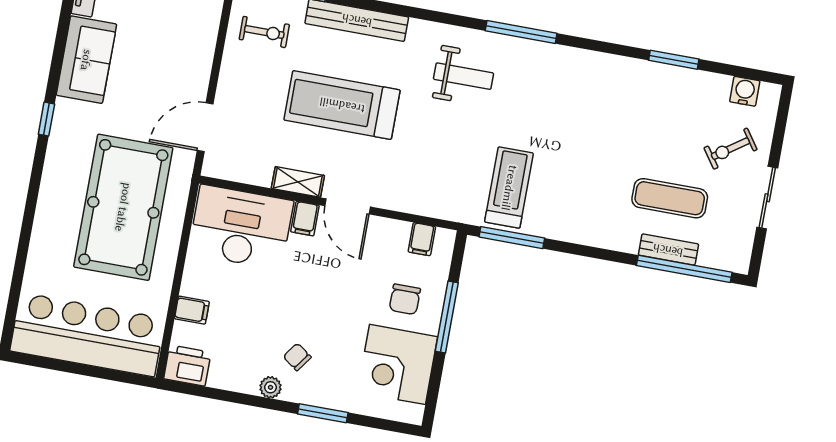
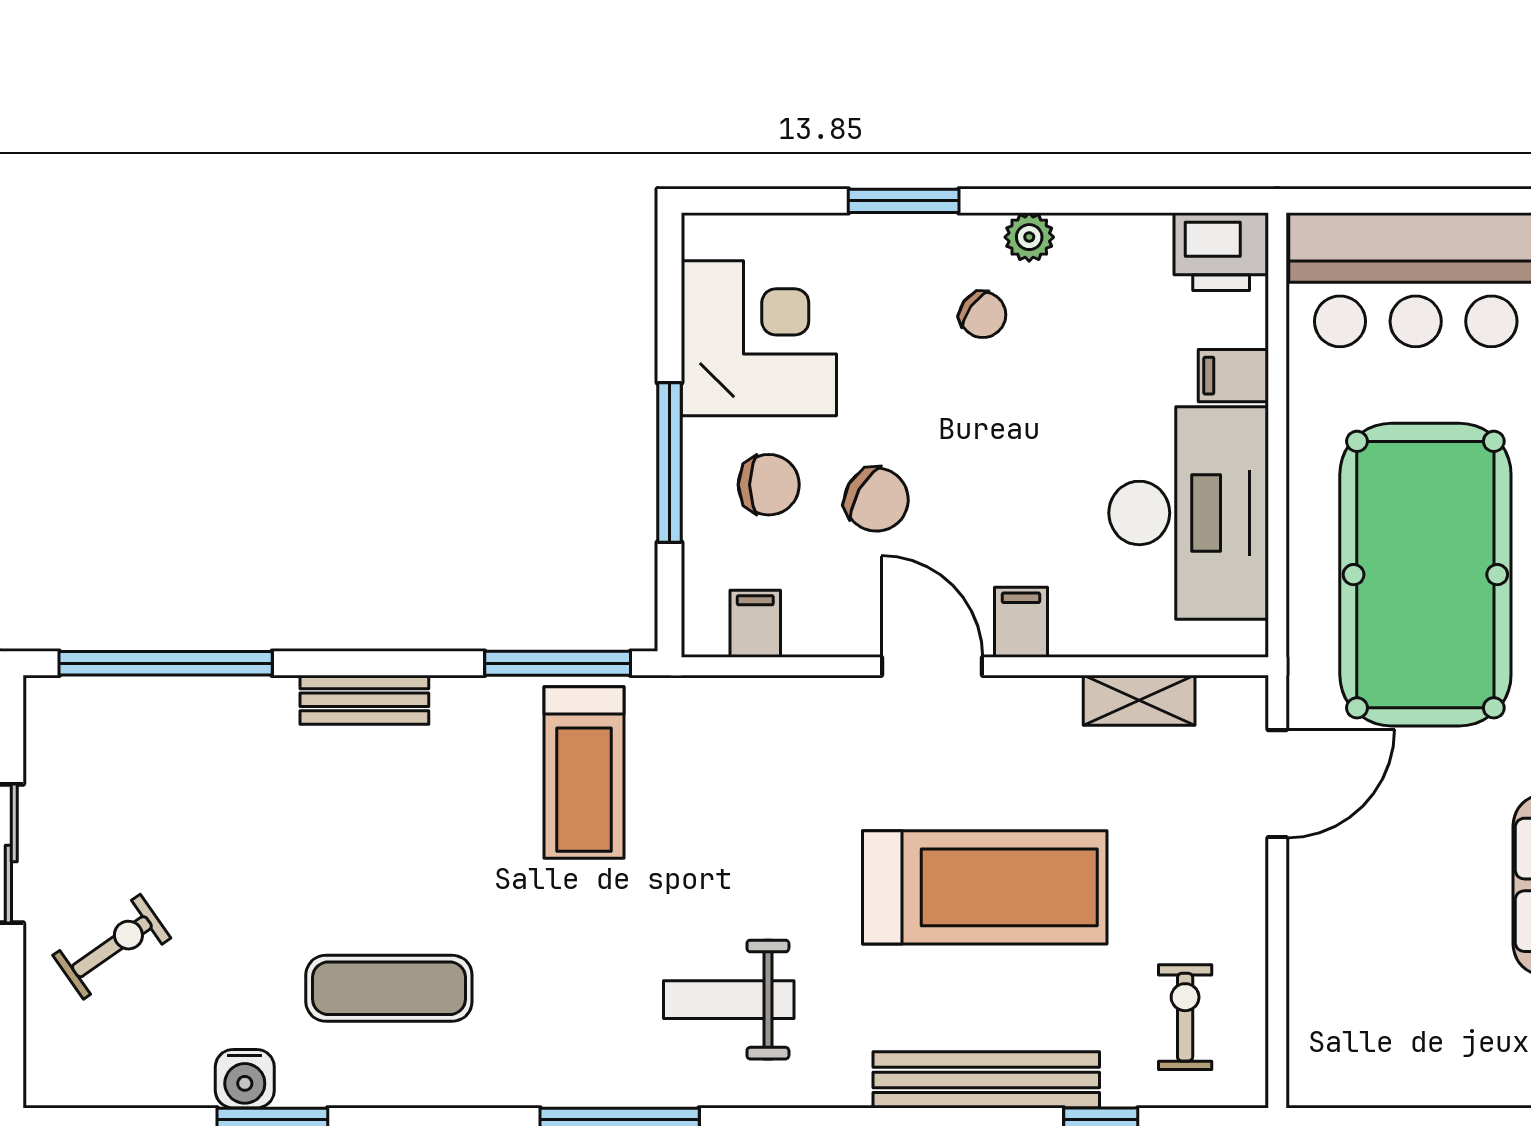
exercise bike: (264, 32) -> (1185, 1017), turned 90
water cooler: (745, 91) -> (245, 1079), moved
shelving: (298, 182) -> (1139, 700), moved
exercise mat: (670, 198) -> (389, 988), moved
desk: (241, 227) -> (1189, 513), moved, turned -90
bench: (668, 250) -> (364, 700), moved
chair: (359, 284) -> (876, 500), added
chair: (405, 299) -> (769, 485), turned 90

